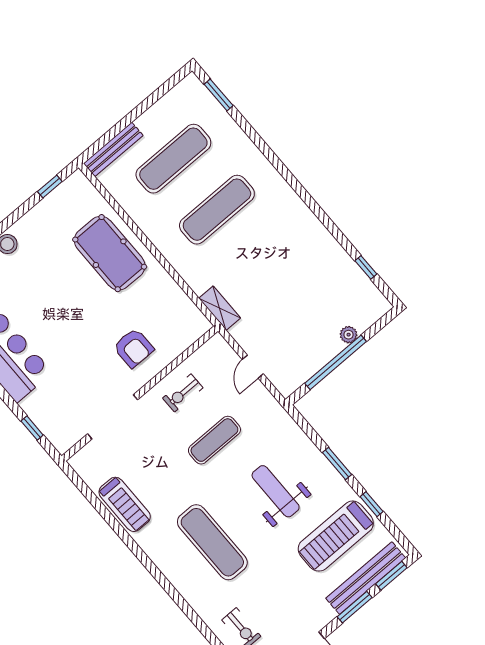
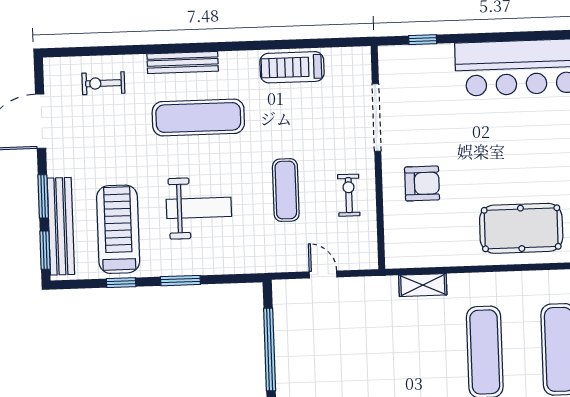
shelving: (220, 308) -> (423, 285), moved
plant: (349, 335) -> (285, 380), removed
armchair: (134, 348) -> (422, 183), turned 180
bench: (182, 584) -> (183, 62), added

